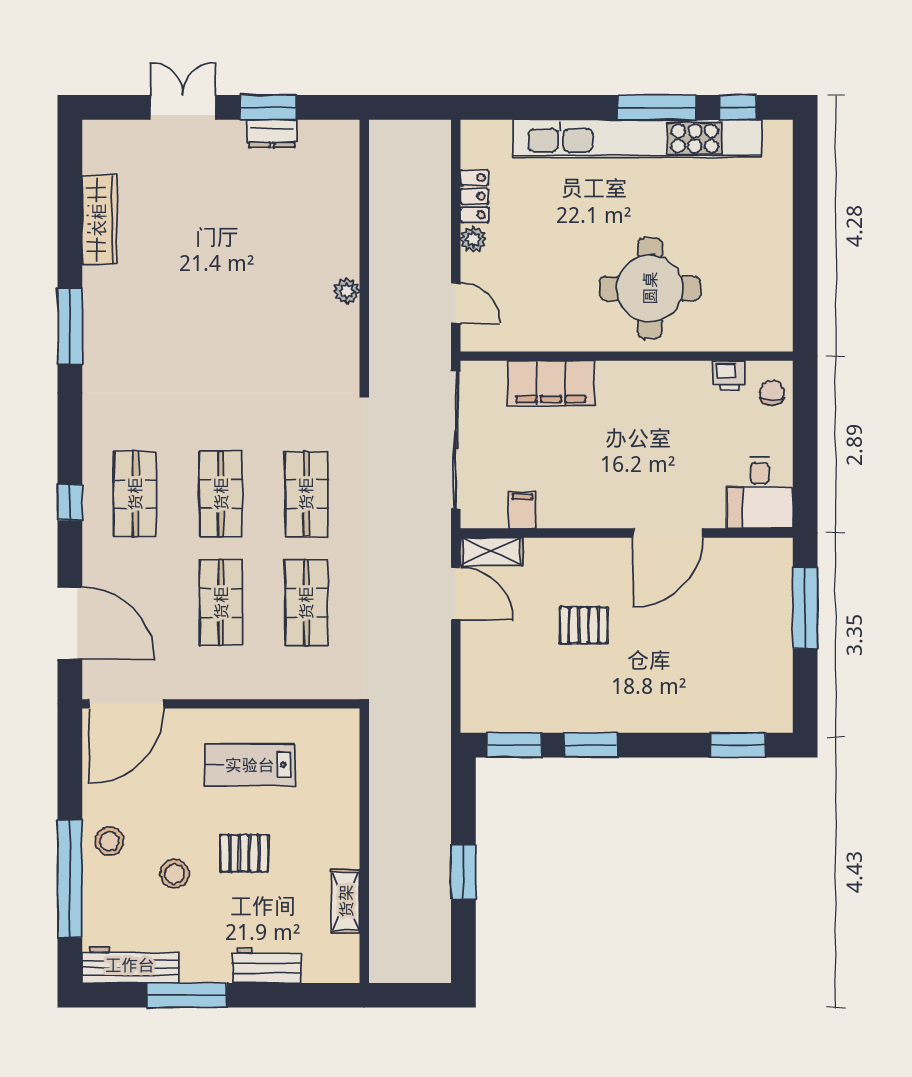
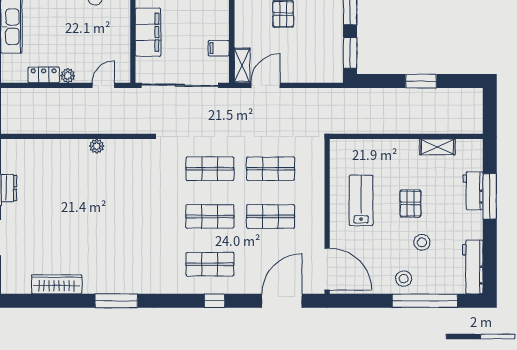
lab bench: (250, 765) -> (361, 200), turned 180
window: (187, 995) -> (490, 196), moved

